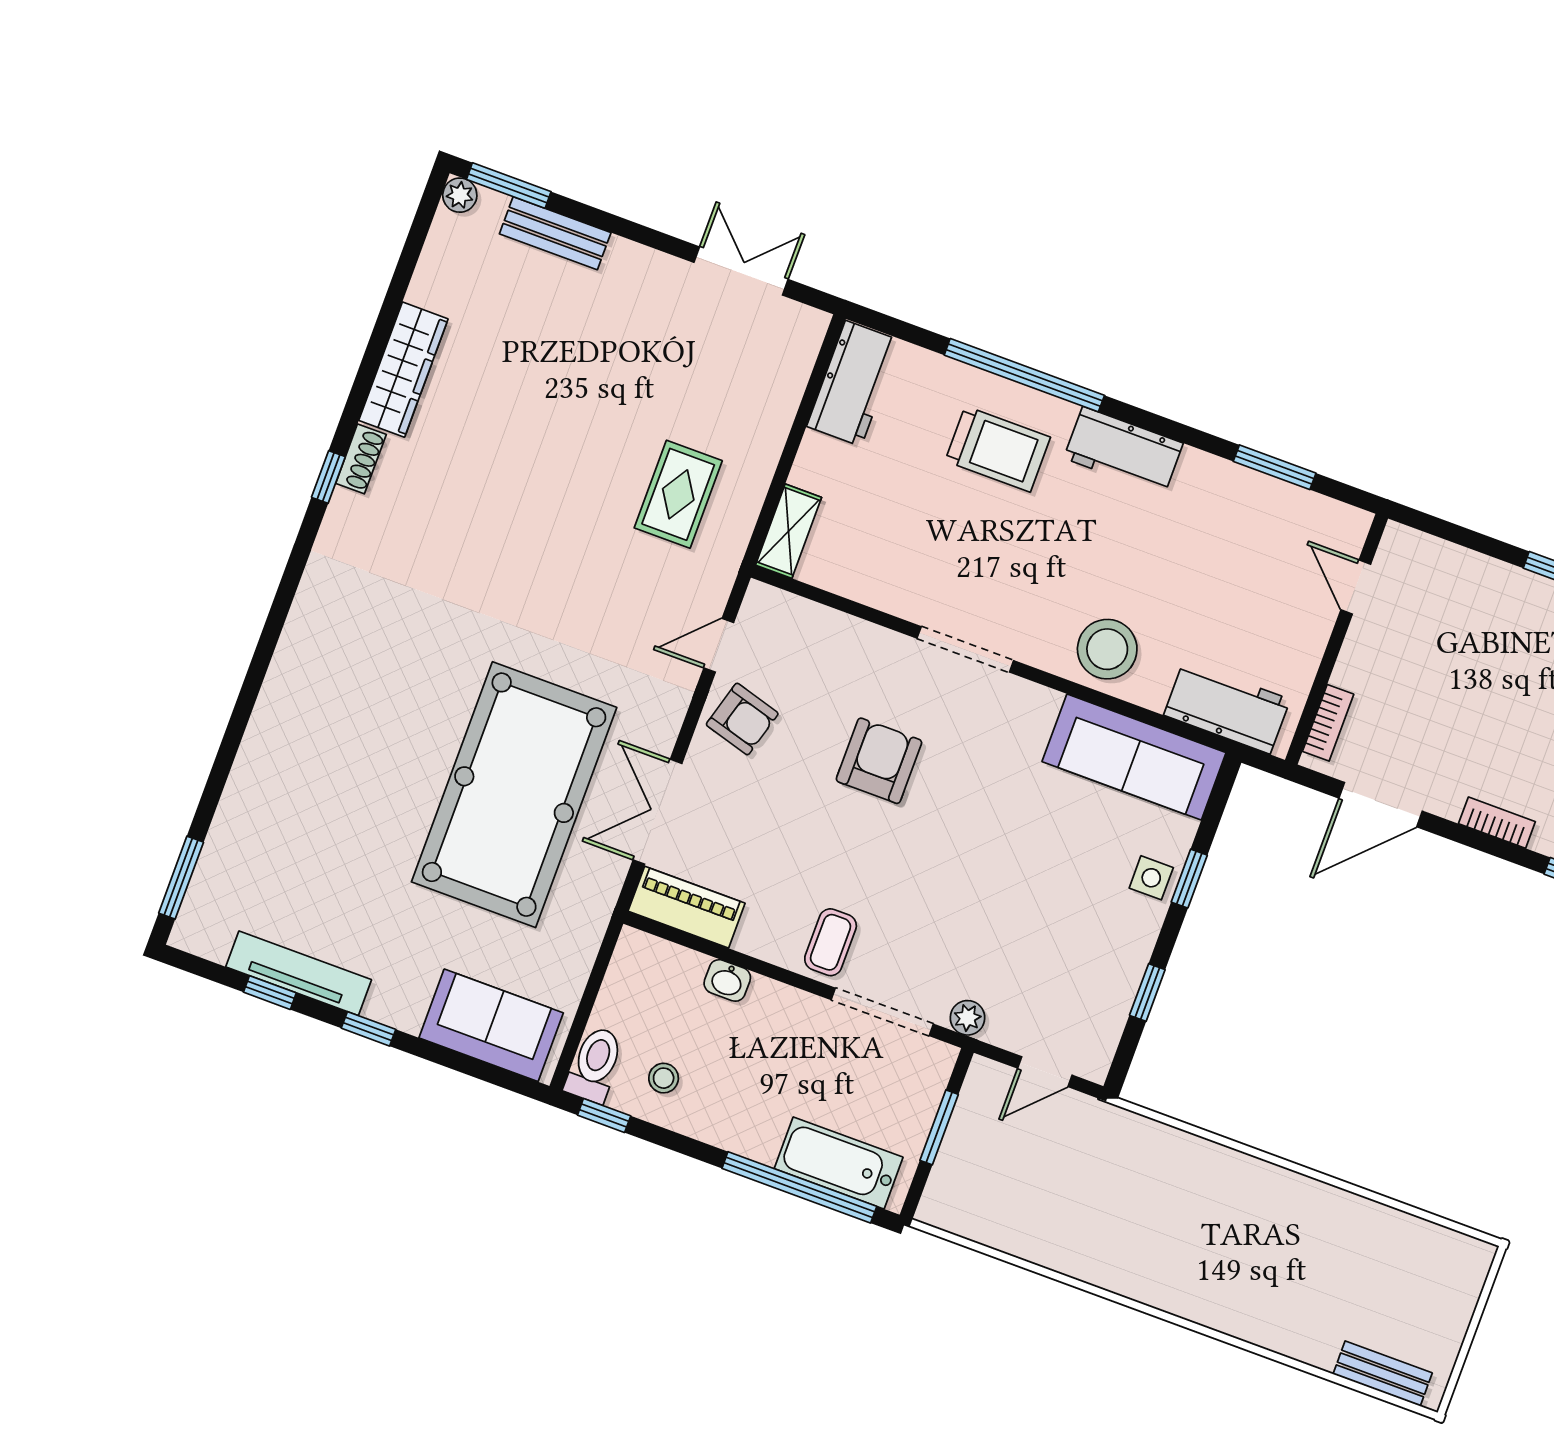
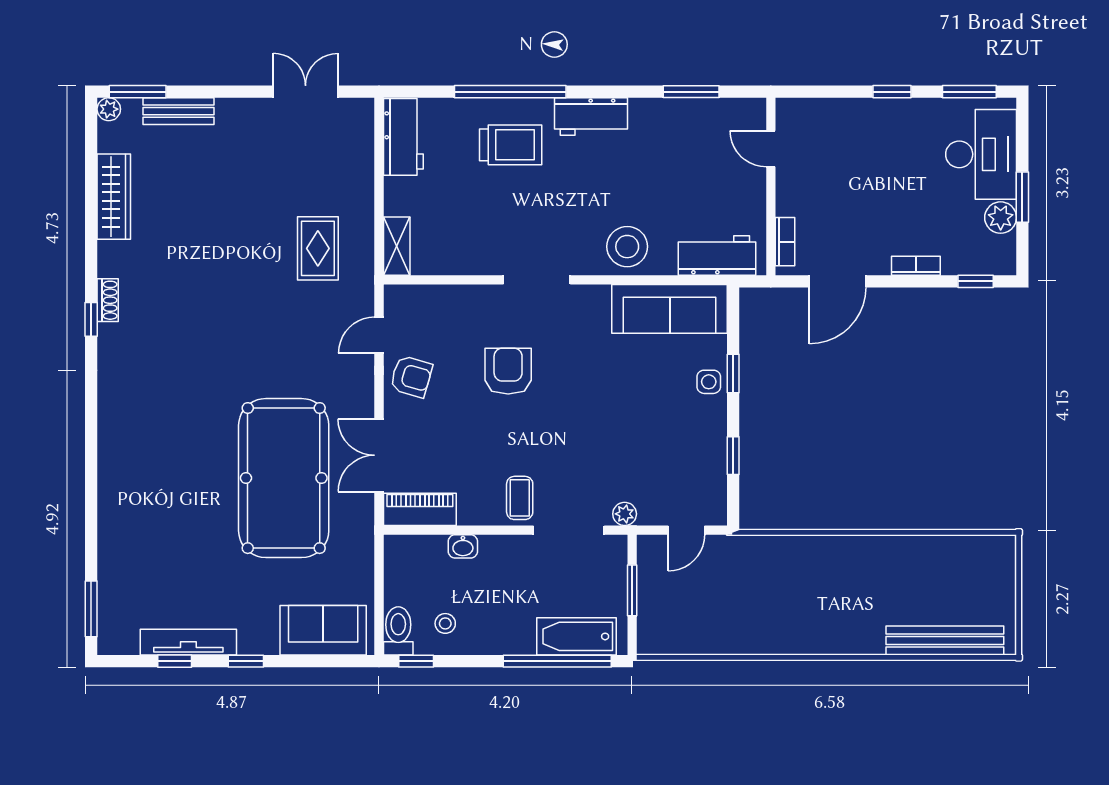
wardrobe: (403, 370) -> (114, 197), moved
bench: (1383, 1374) -> (945, 641), width x1.86, depth x1.21

